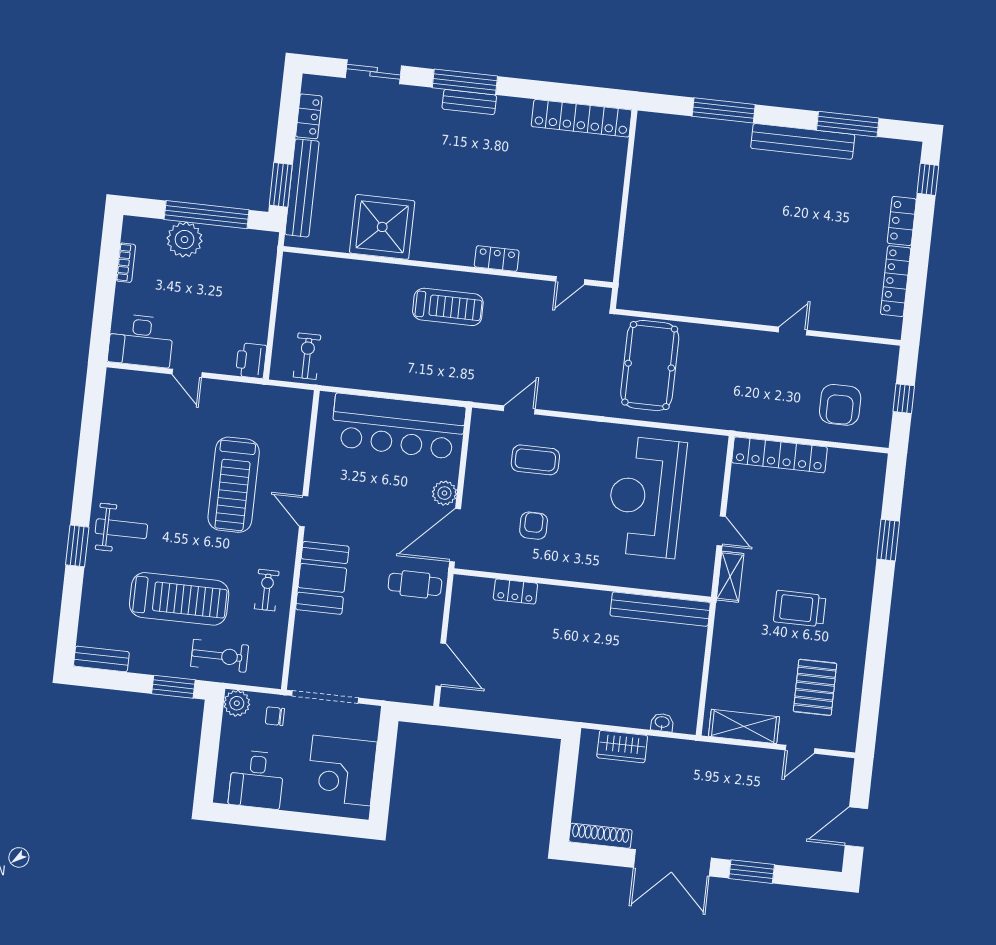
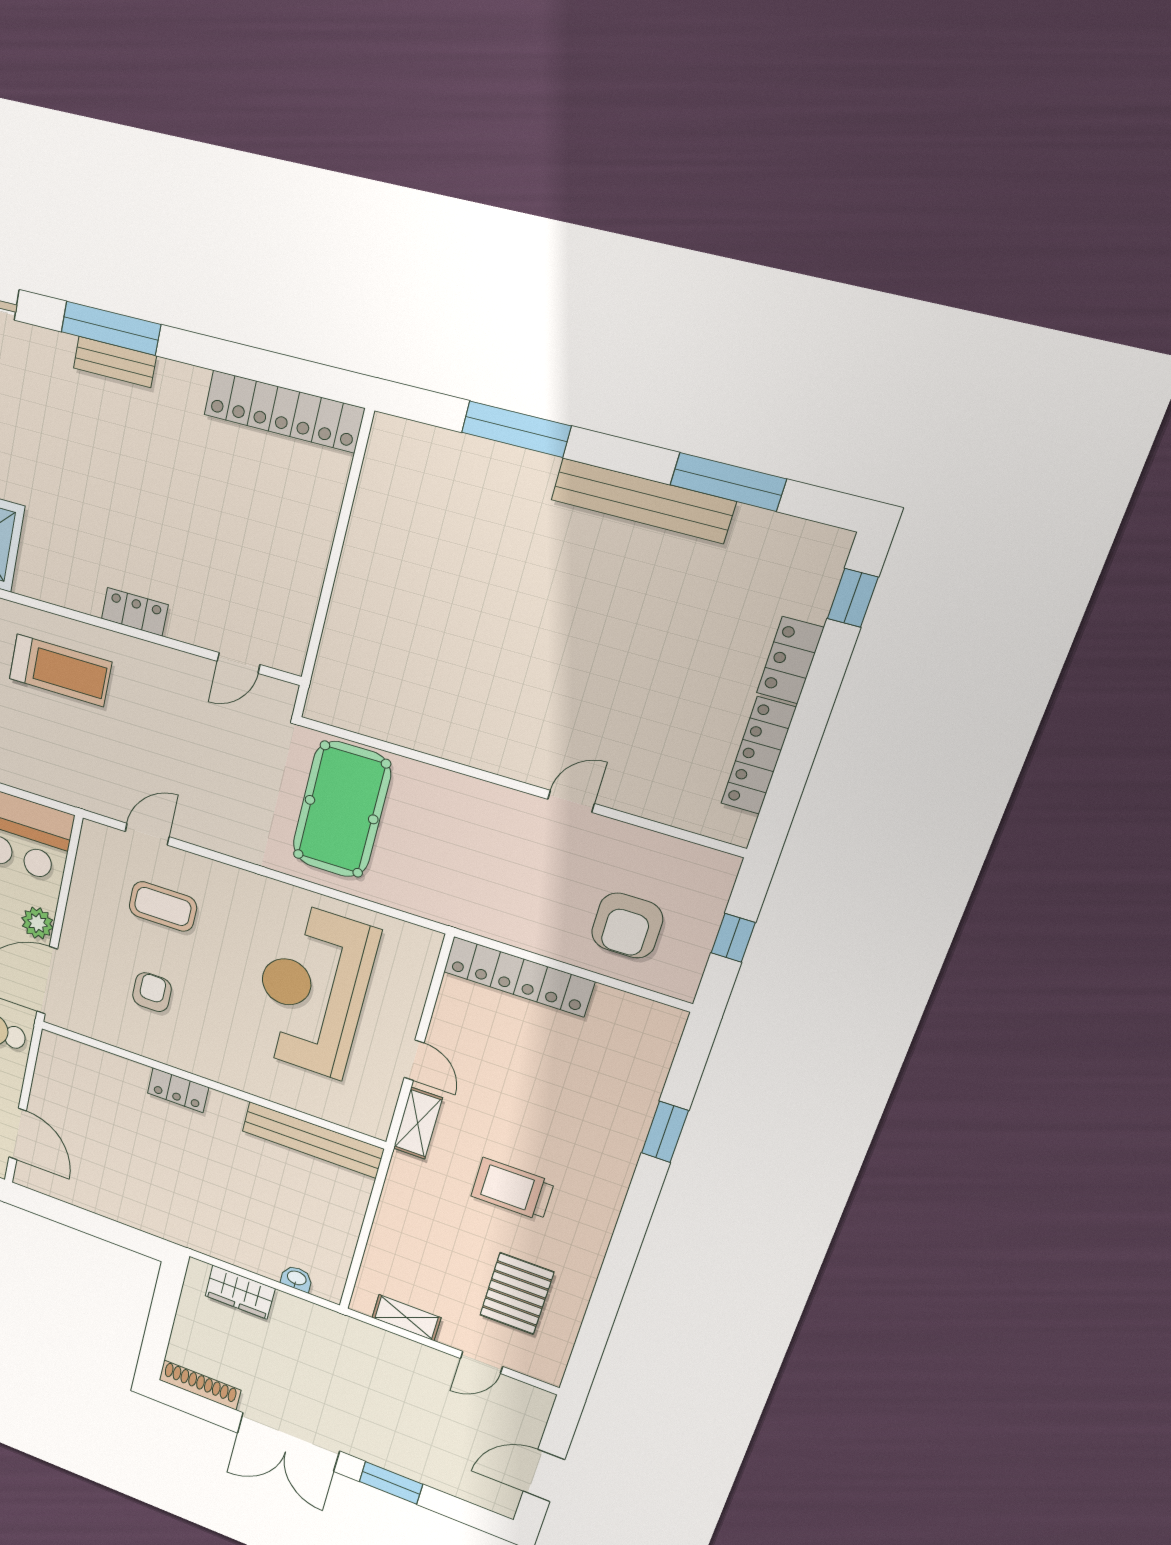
locker: (515, 592) -> (178, 1090), moved
shelving: (744, 726) -> (406, 1318), width x0.67, depth x0.75

